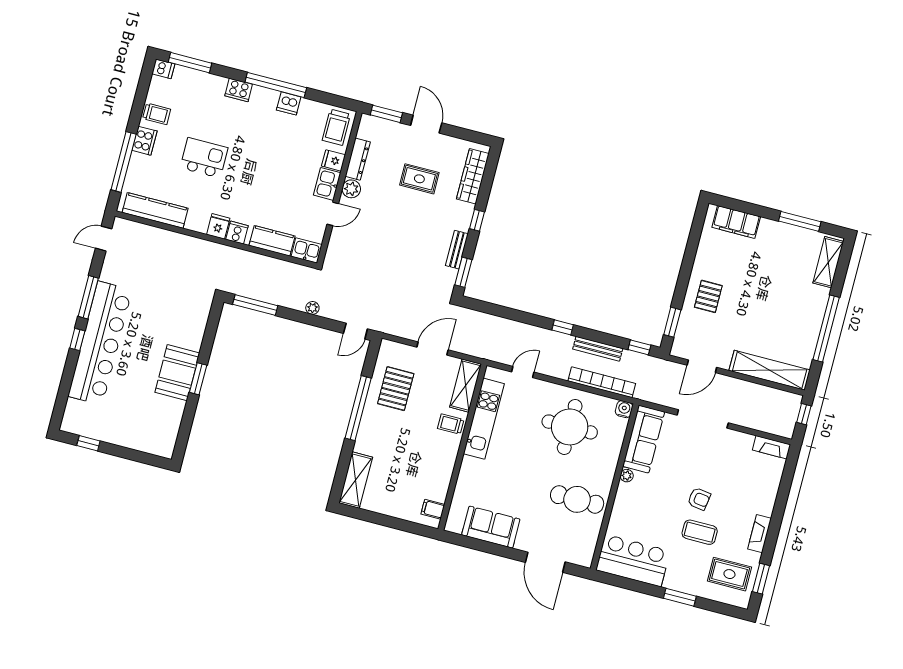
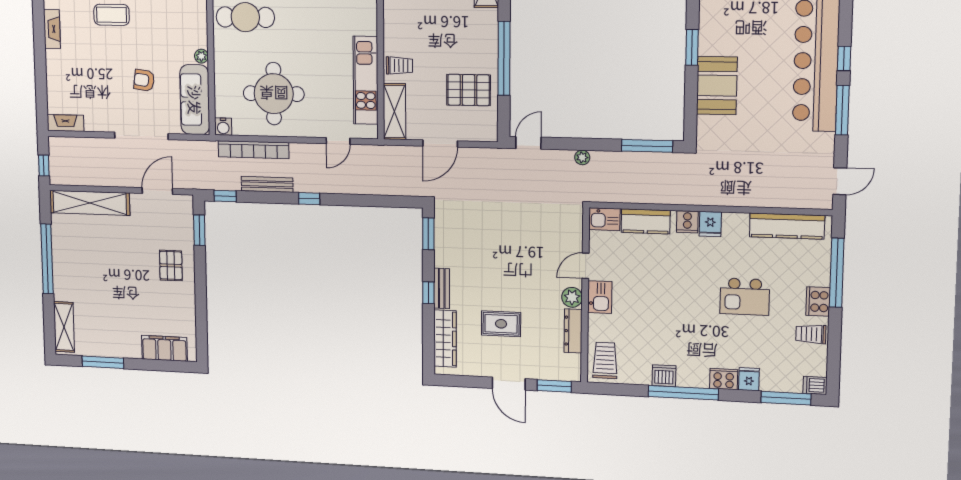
fridge: (333, 160) -> (749, 379), moved, turned -90
bench: (457, 250) -> (442, 288), moved
booth: (177, 373) -> (717, 86), moved
pallet: (396, 389) -> (469, 90), turned 90
armchair: (699, 499) -> (144, 80), moved

